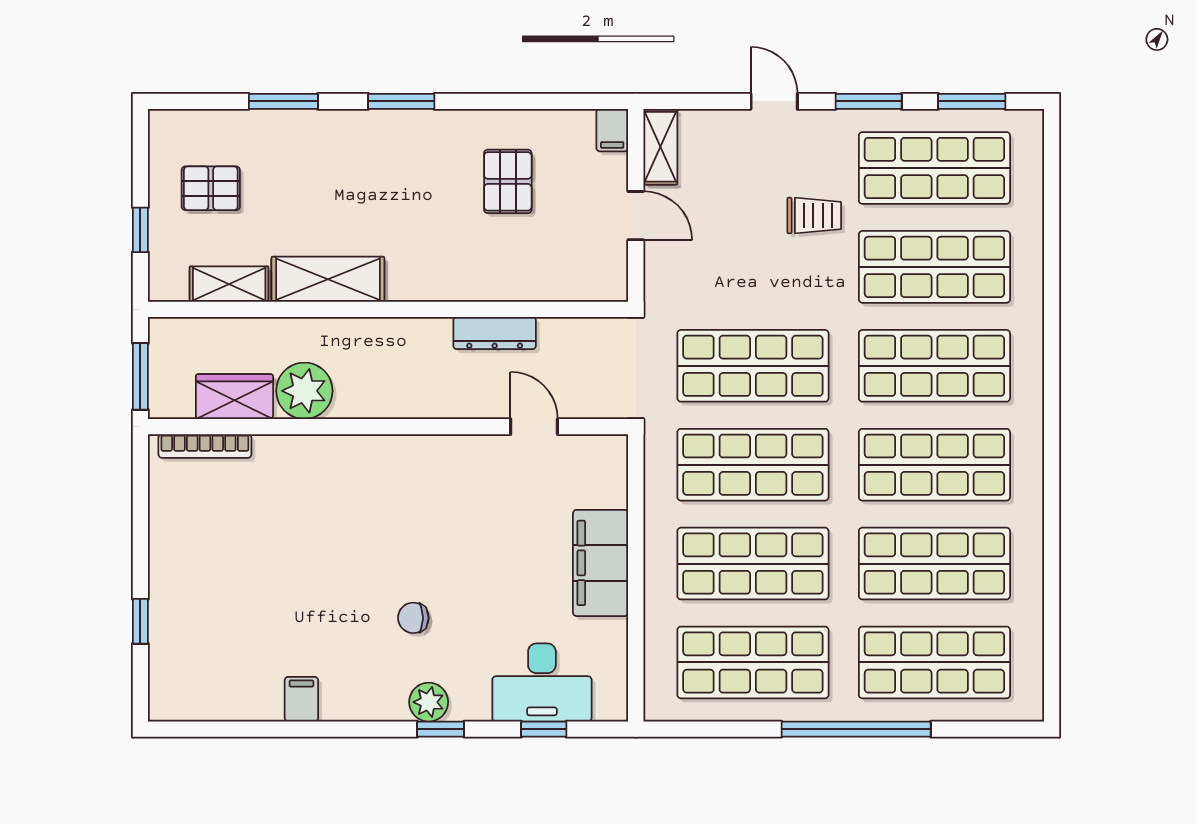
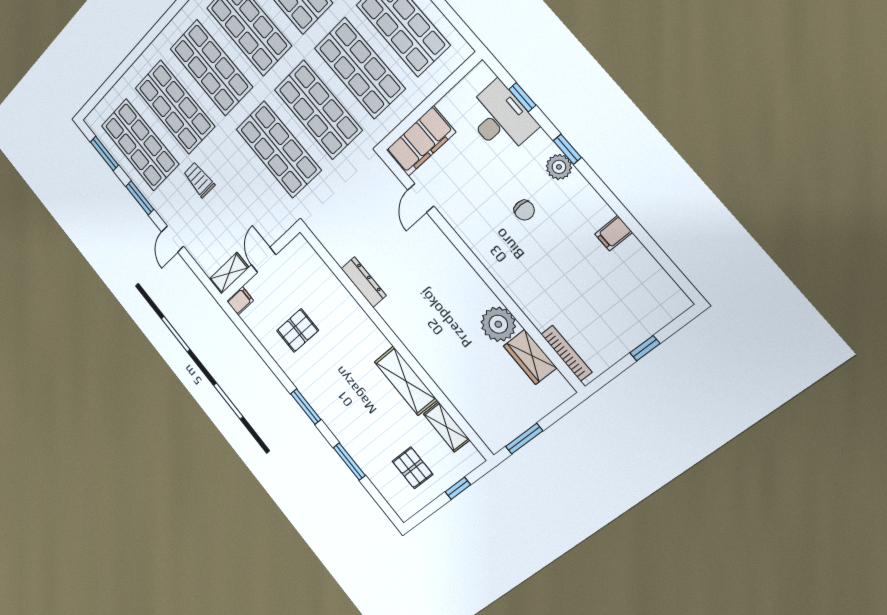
plant: (304, 391) -> (498, 324), moved
wardrobe: (234, 397) -> (530, 357), moved
wall: (388, 427) -> (480, 269), moved
door: (534, 427) -> (421, 198), moved
bookcase: (205, 446) -> (566, 353), moved

